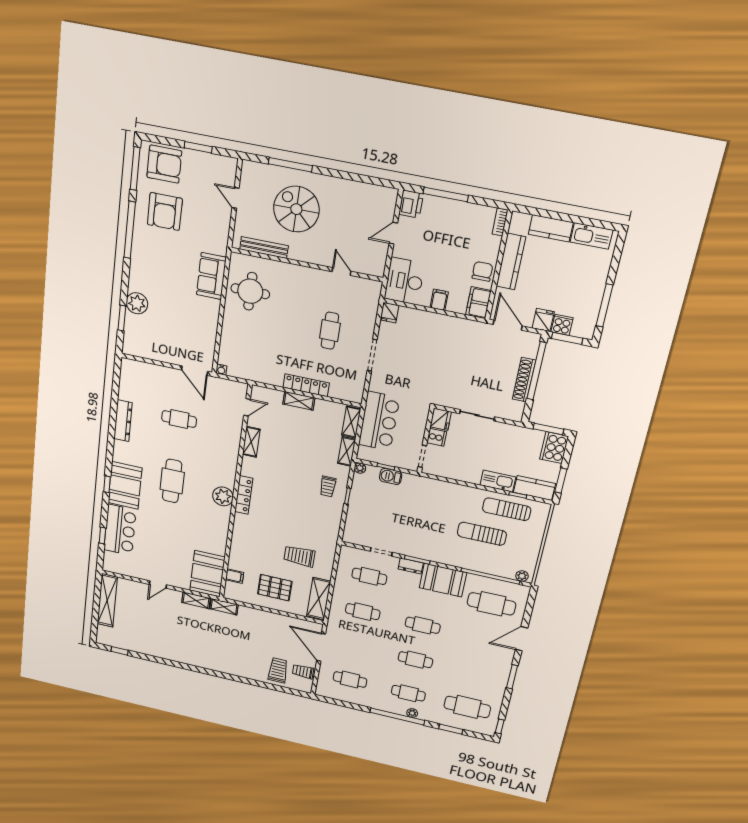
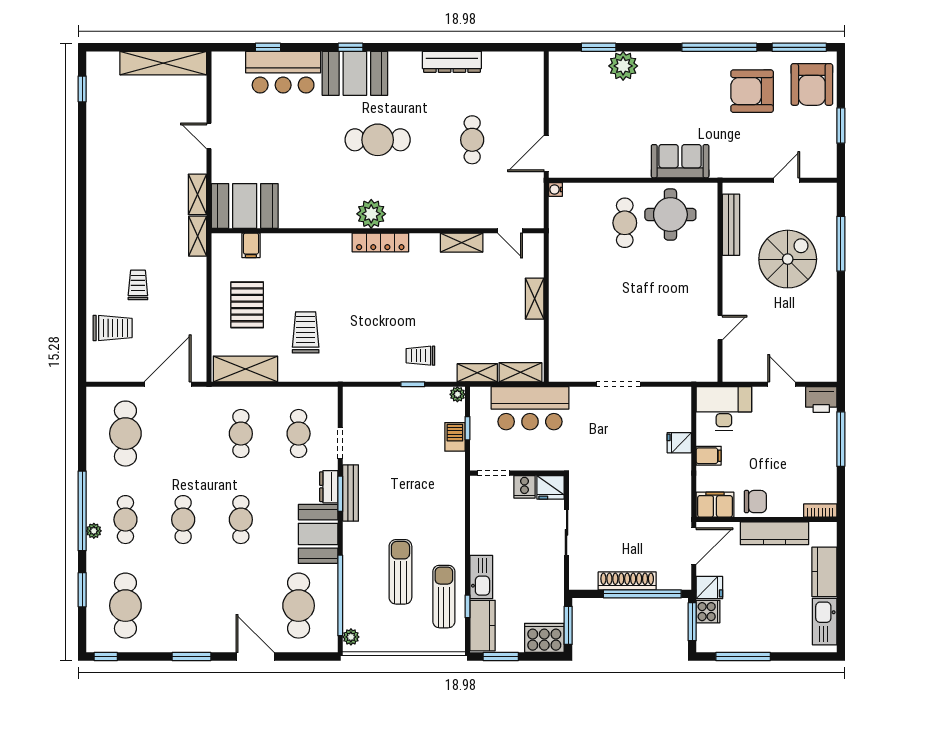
fridge: (389, 313) -> (679, 443), moved
cafe table: (330, 331) -> (625, 223), moved, turned 90
locker: (306, 385) -> (559, 305), removed
bench: (418, 553) -> (351, 493), added
trolley: (303, 671) -> (138, 285), moved
cafe table: (350, 680) -> (125, 434), width x1.37, depth x1.35

